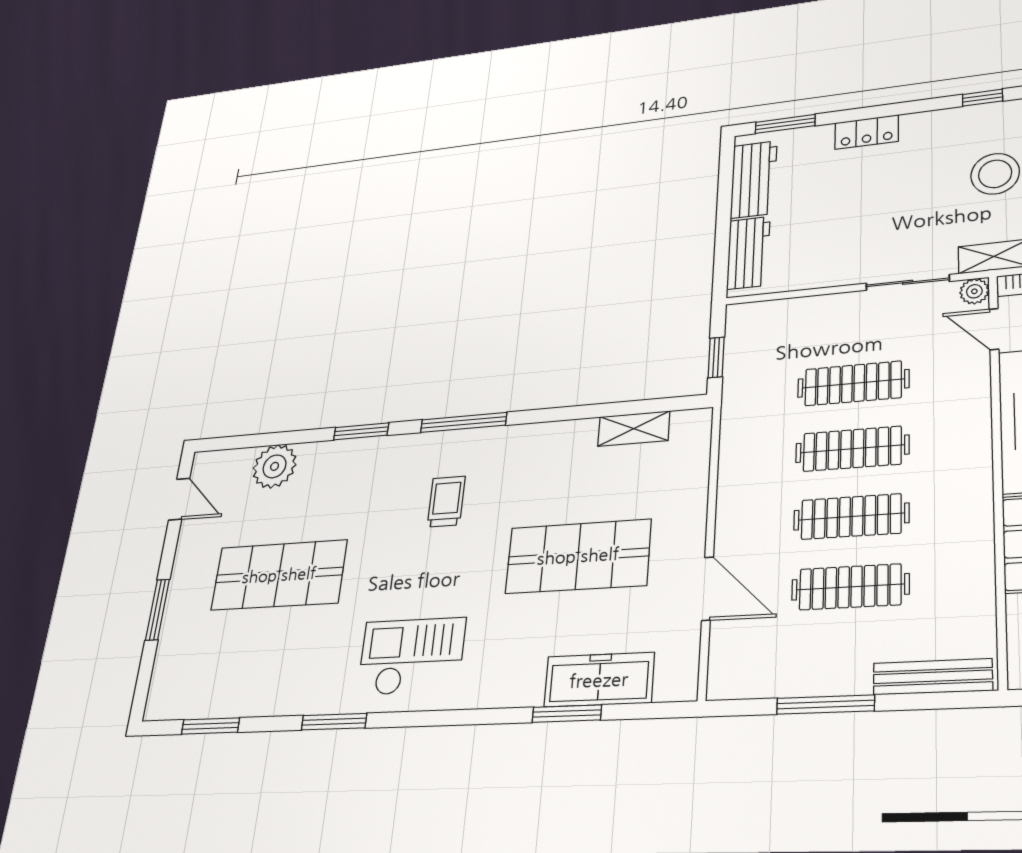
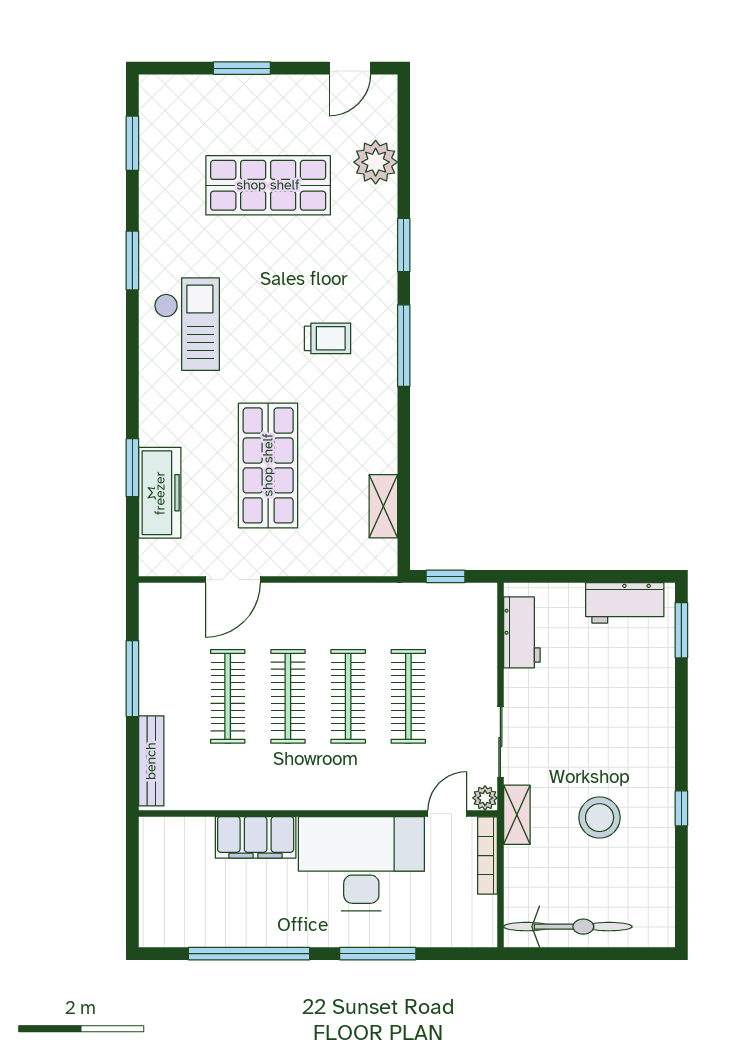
locker: (867, 132) -> (661, 705), removed
workbench: (748, 253) -> (522, 632), moved, turned -90
shop shelf: (279, 575) -> (268, 185), turned 90

